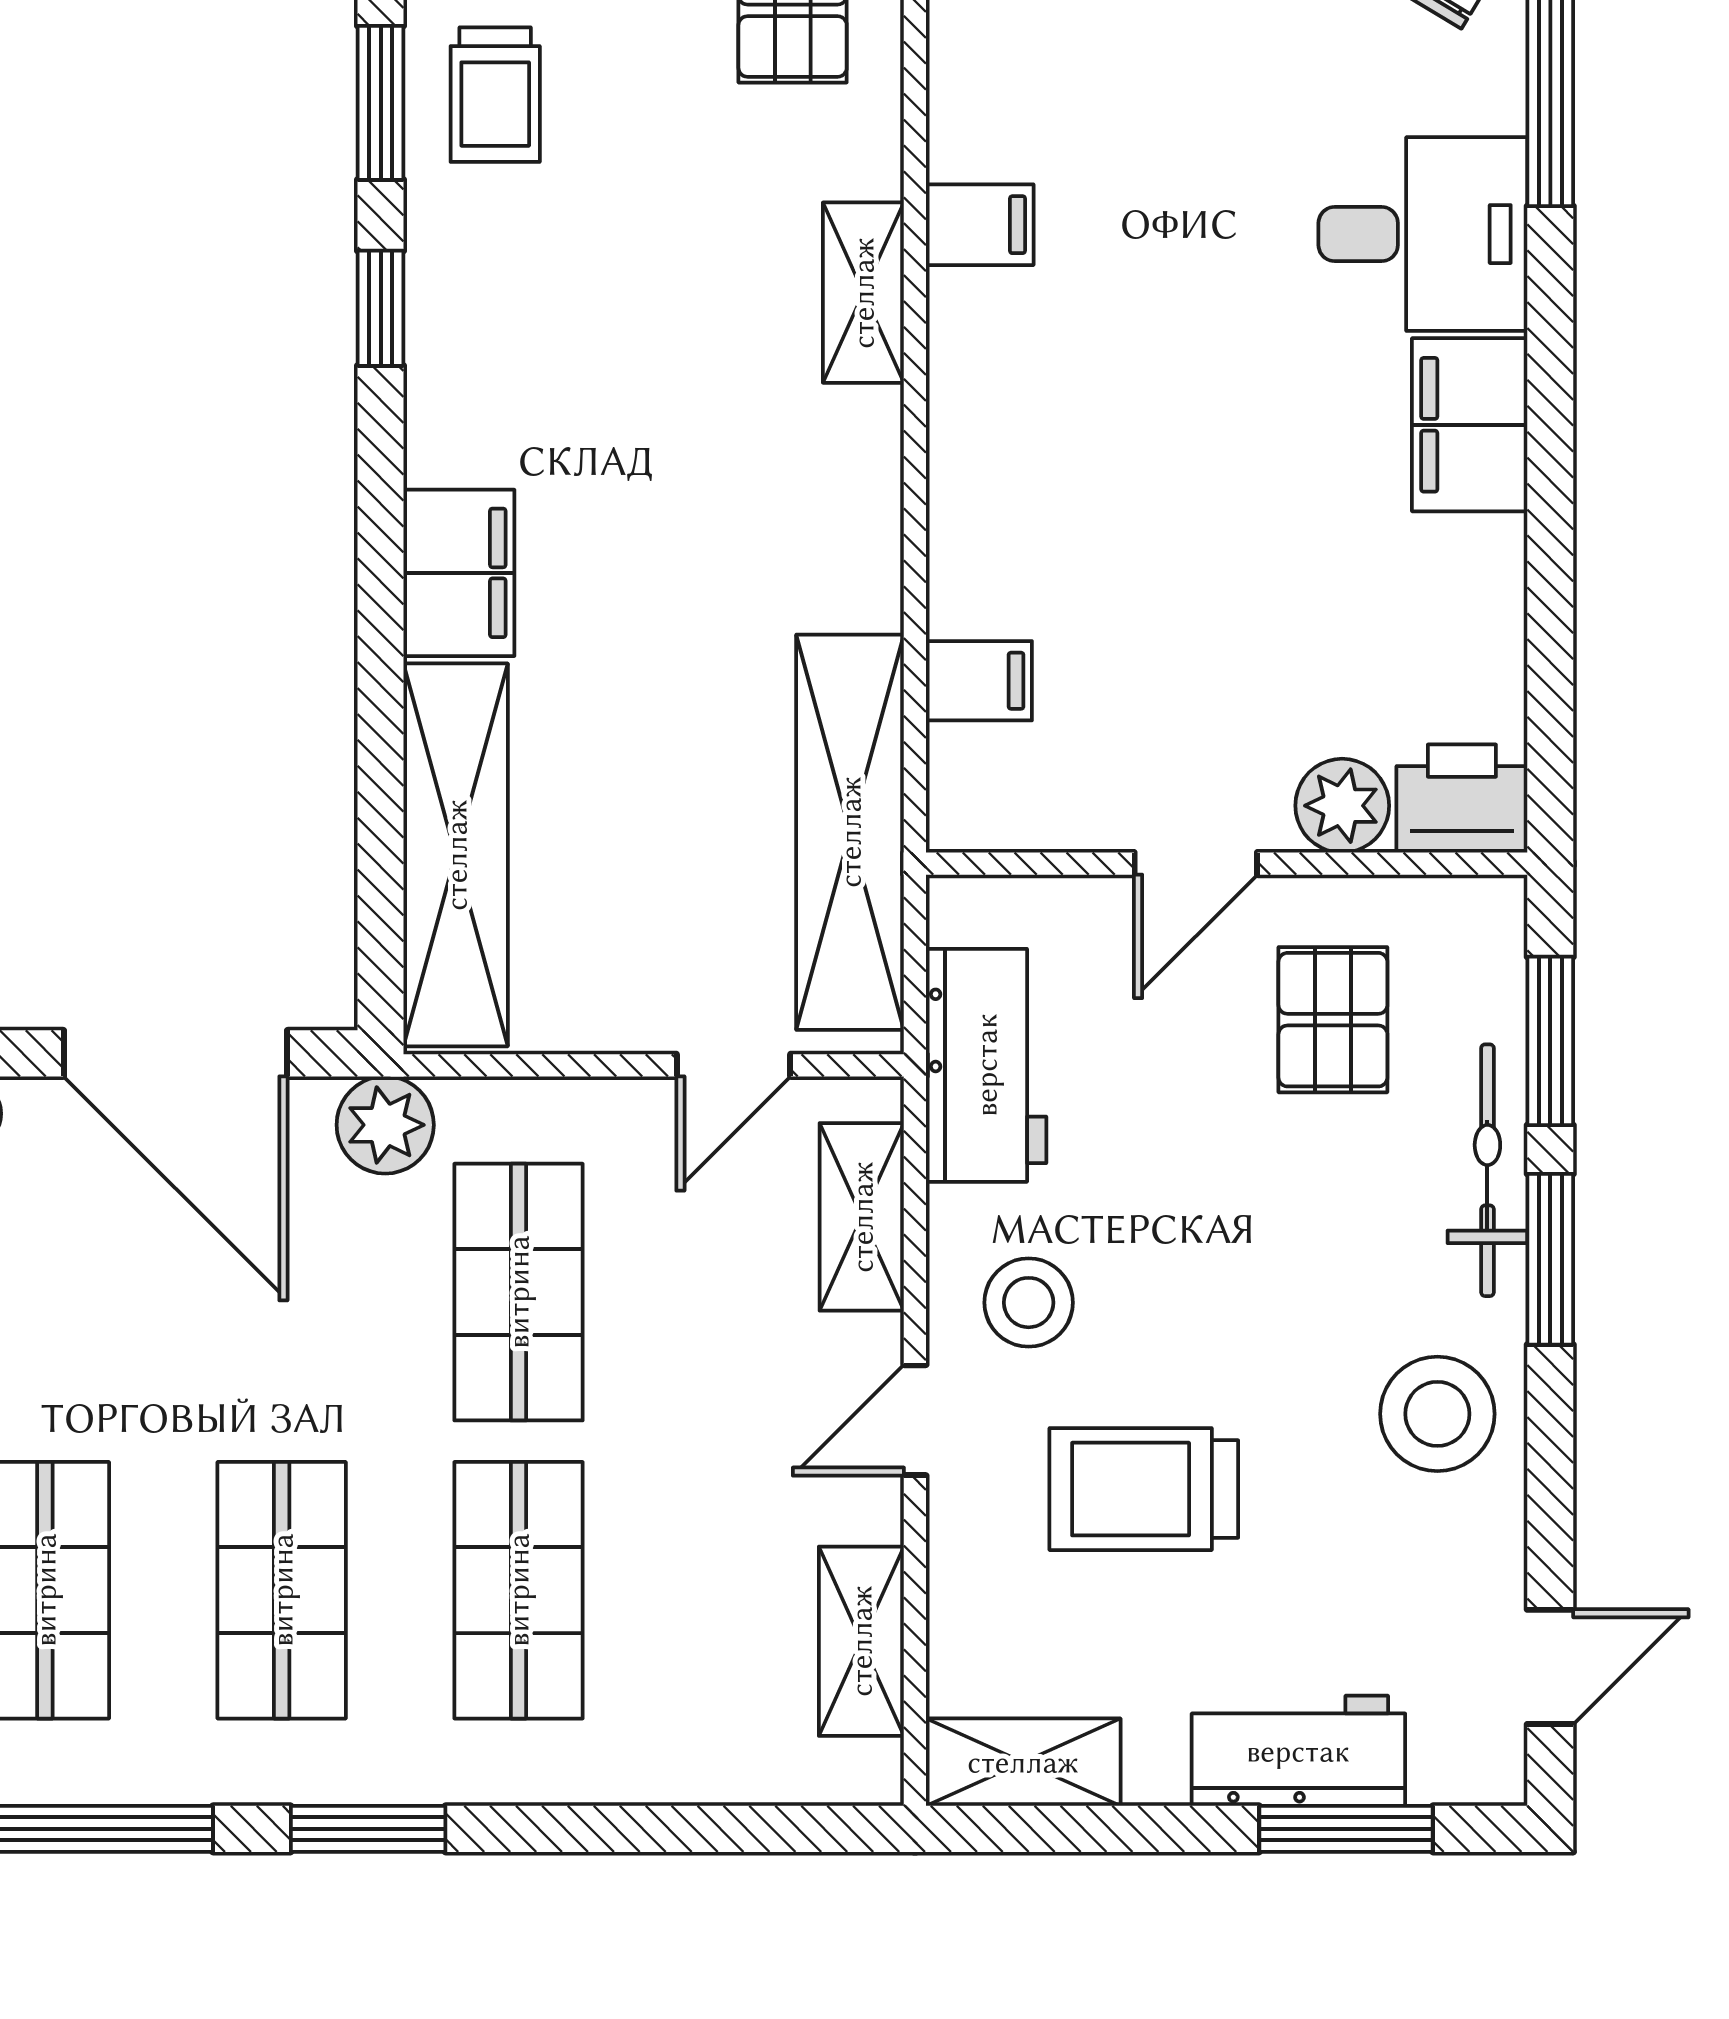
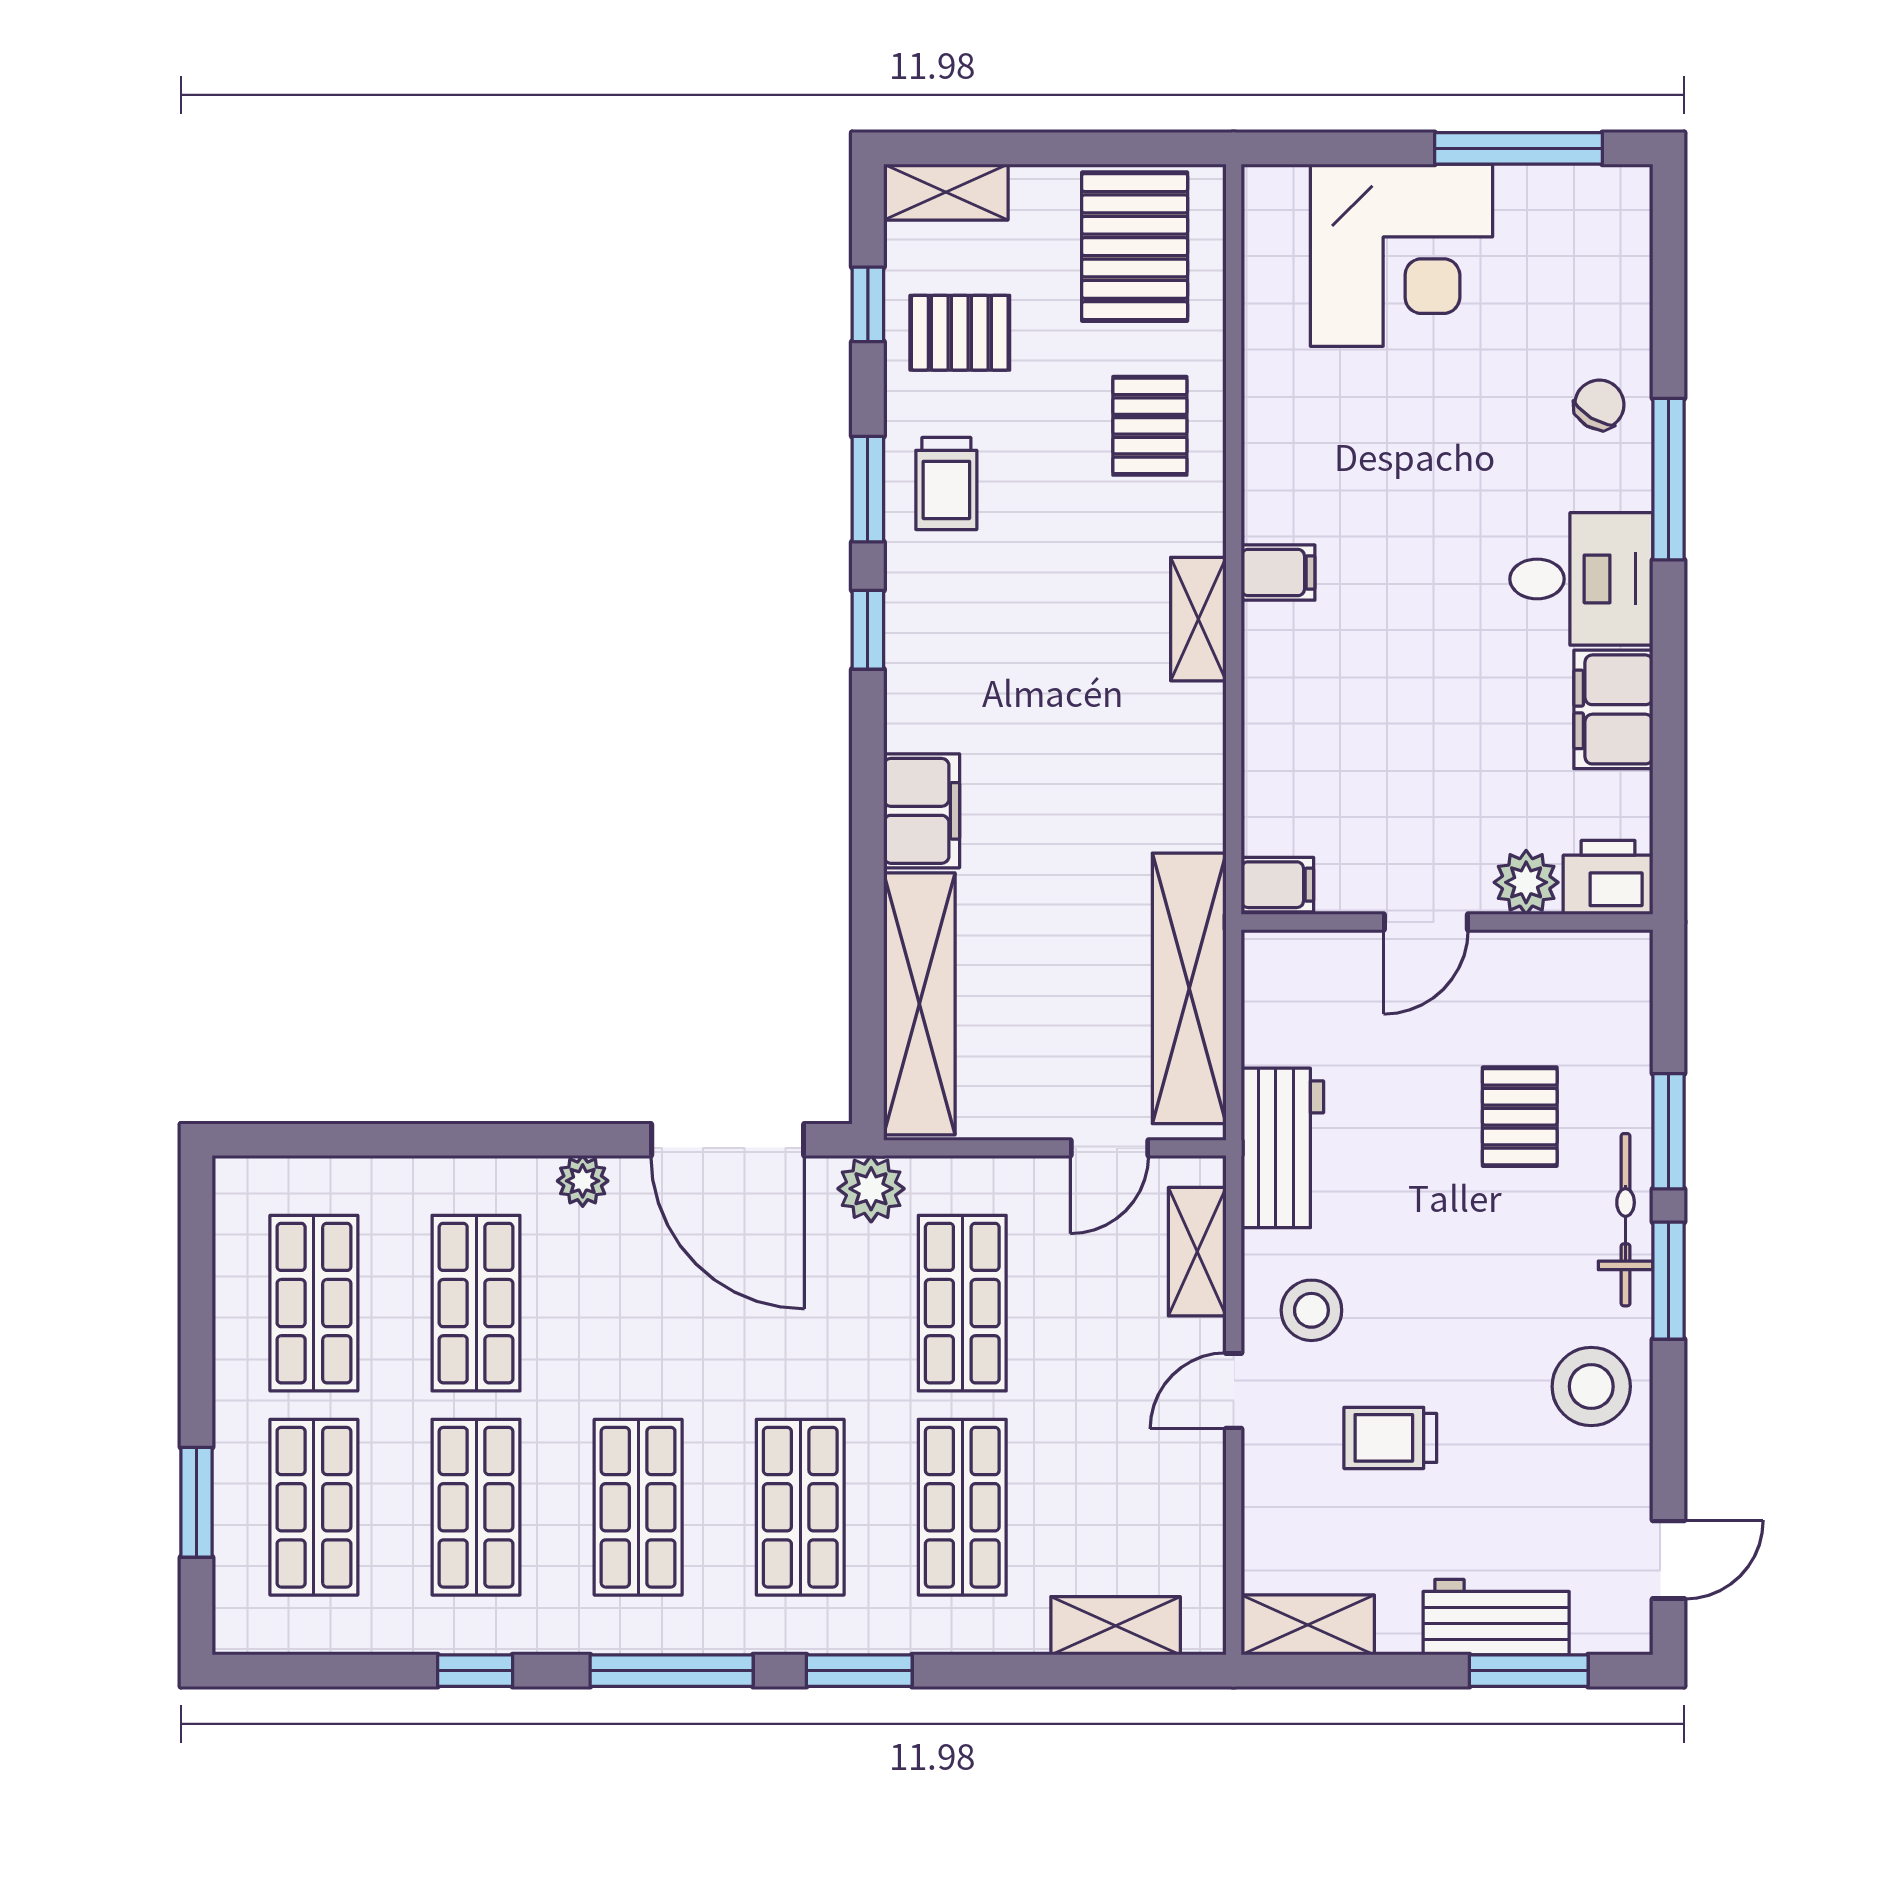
printer: (1462, 798) -> (1608, 877), moved
plant: (1342, 806) -> (1526, 882), moved
door: (1196, 864) -> (1426, 922), moved
wall: (1227, 864) -> (1447, 922), moved
trolley: (1144, 1489) -> (1390, 1438), width x0.73, depth x0.72
shelving: (861, 1641) -> (1116, 1626), moved, turned 90

